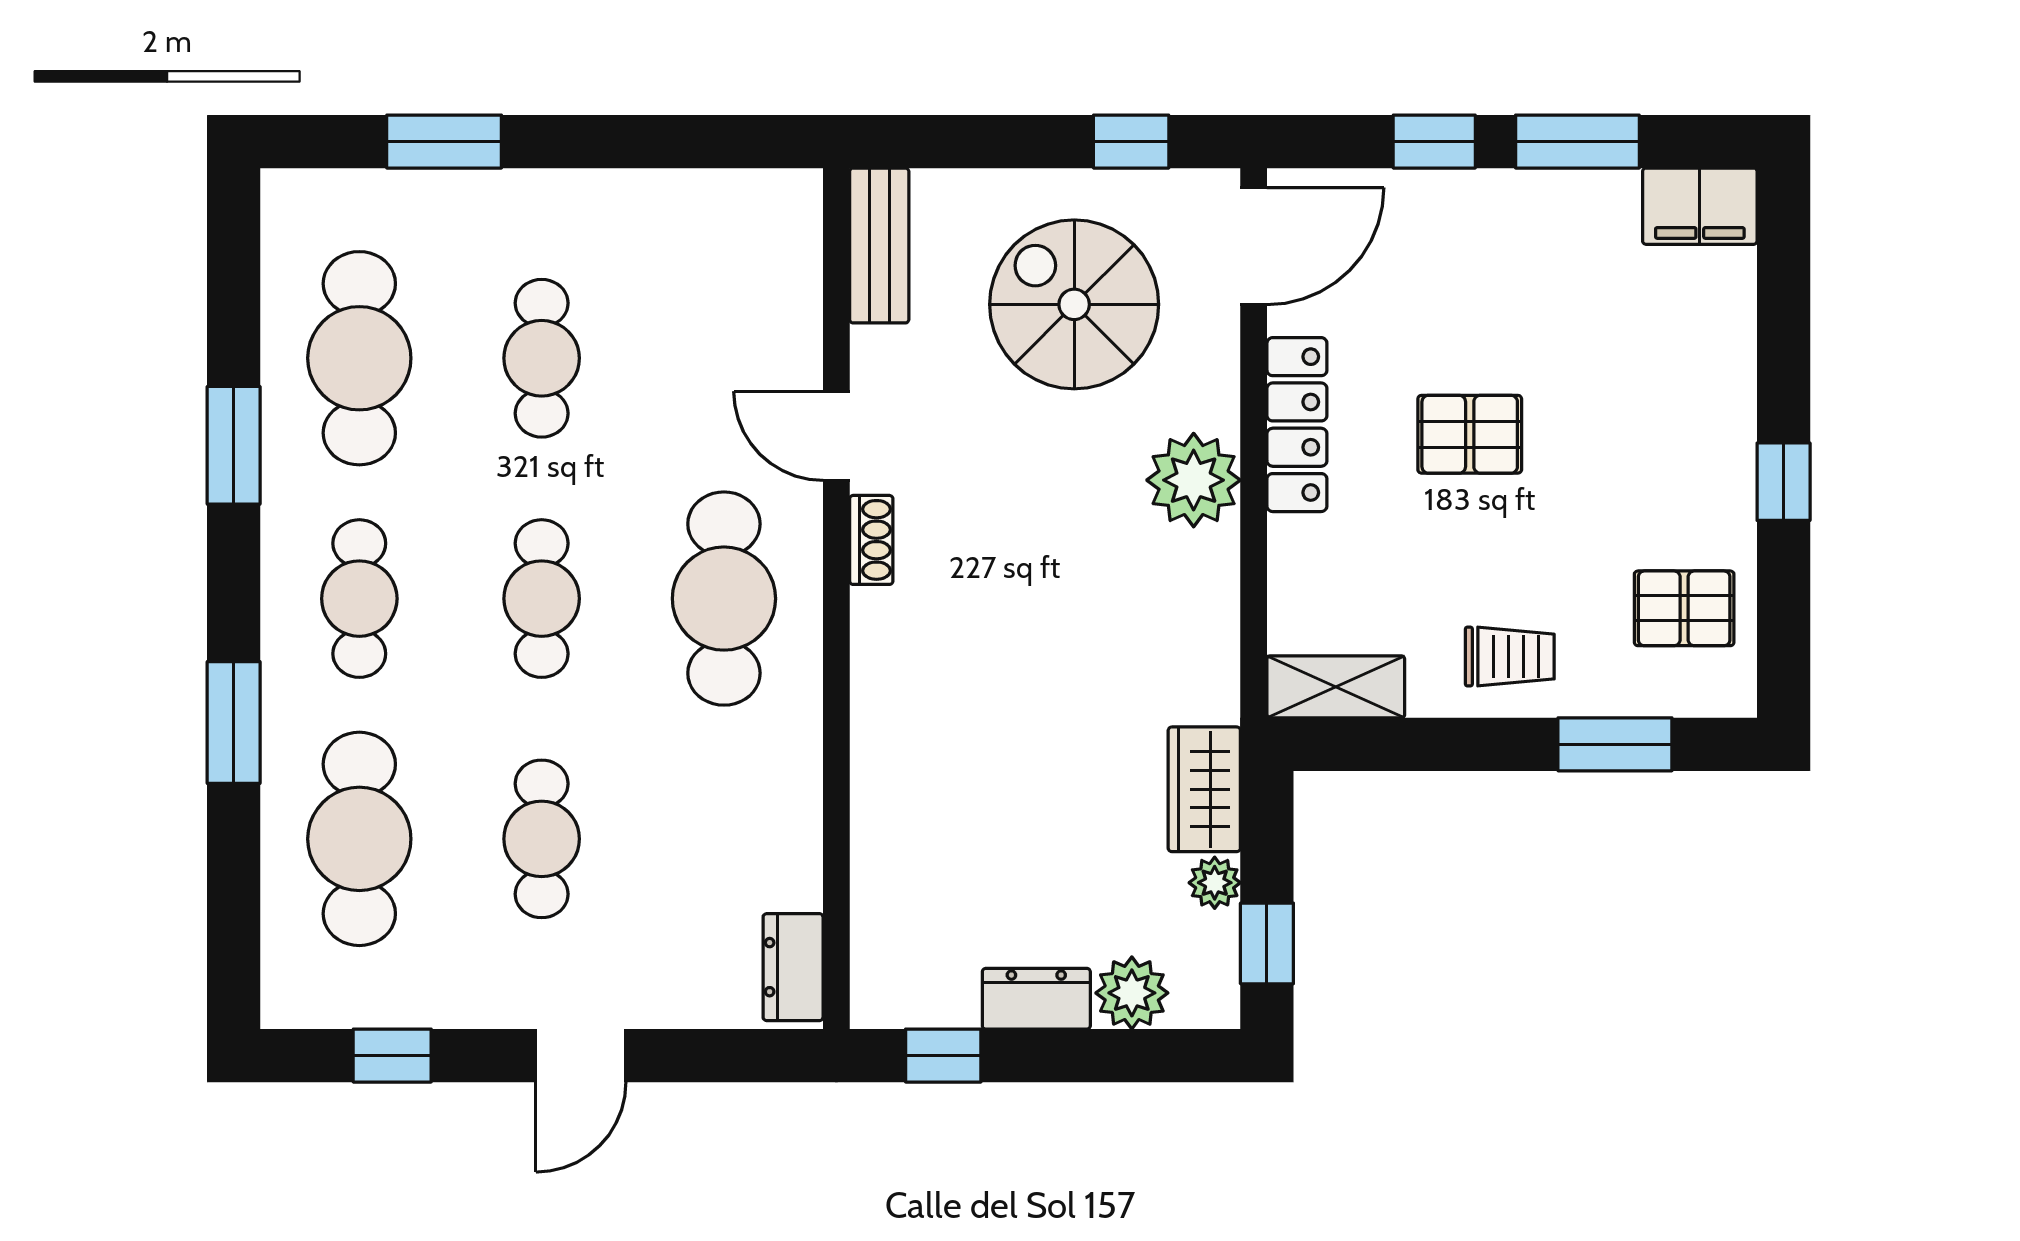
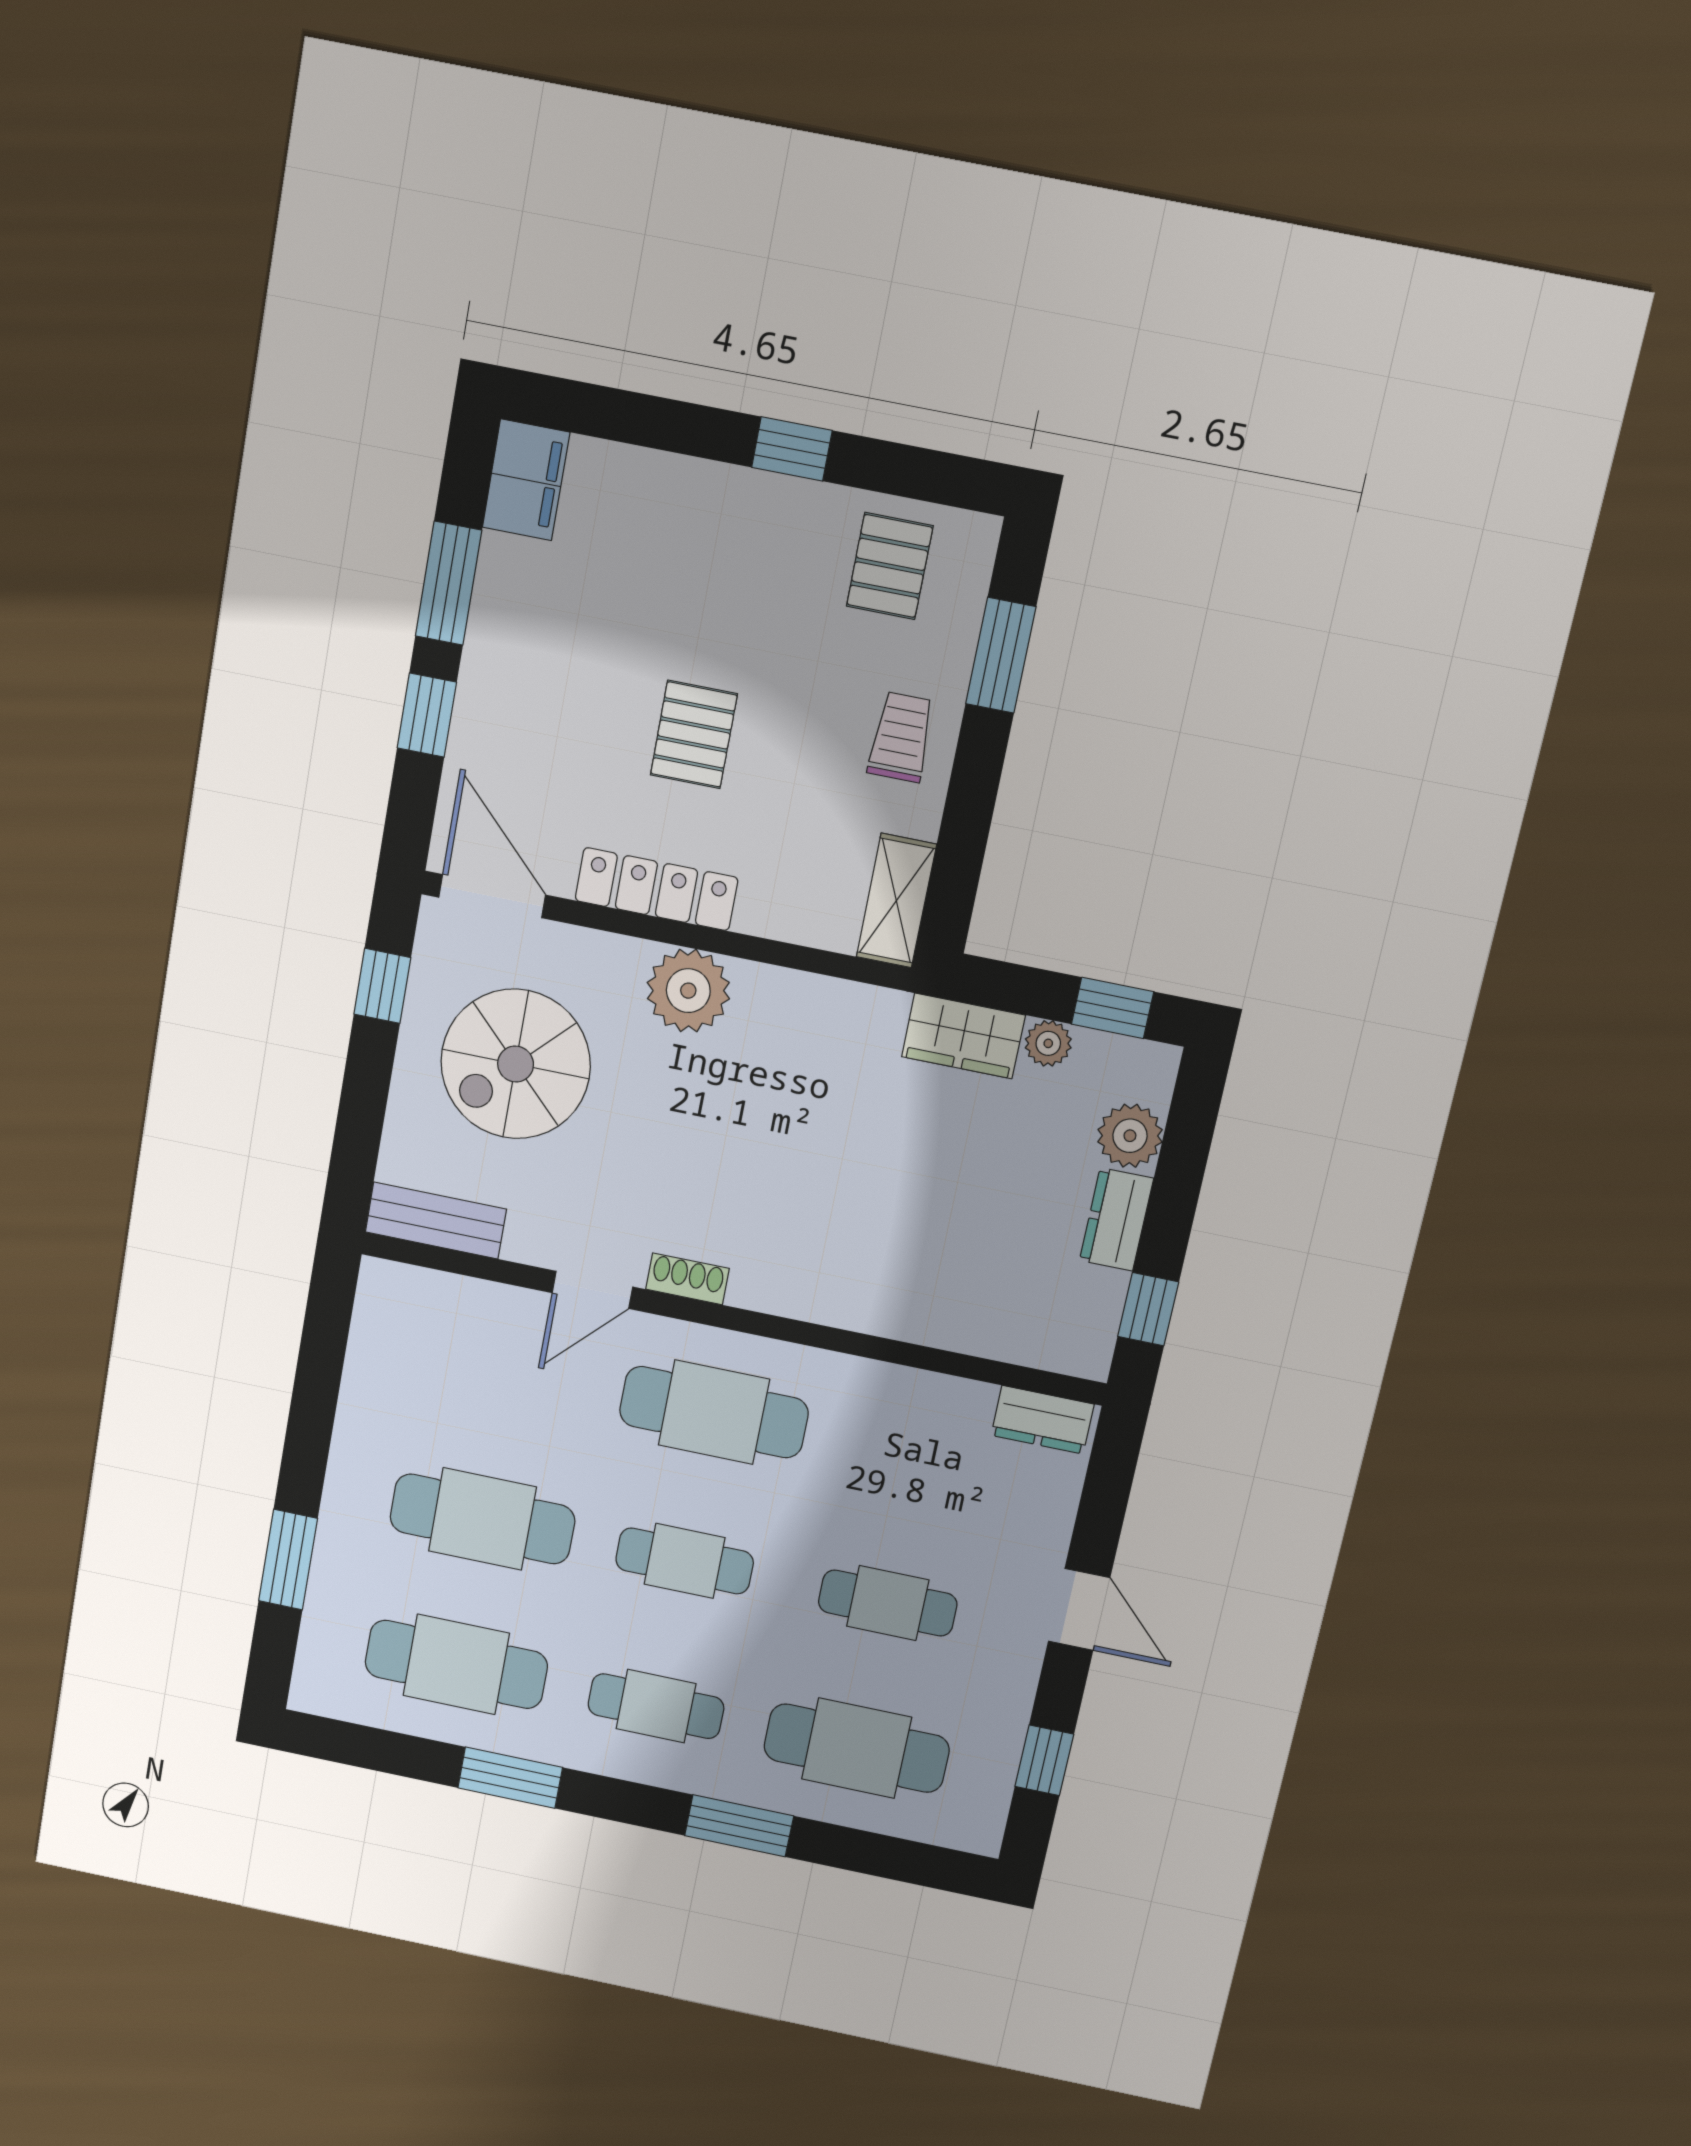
cafe table: (542, 358) -> (482, 1519), width x1.37, depth x1.35

